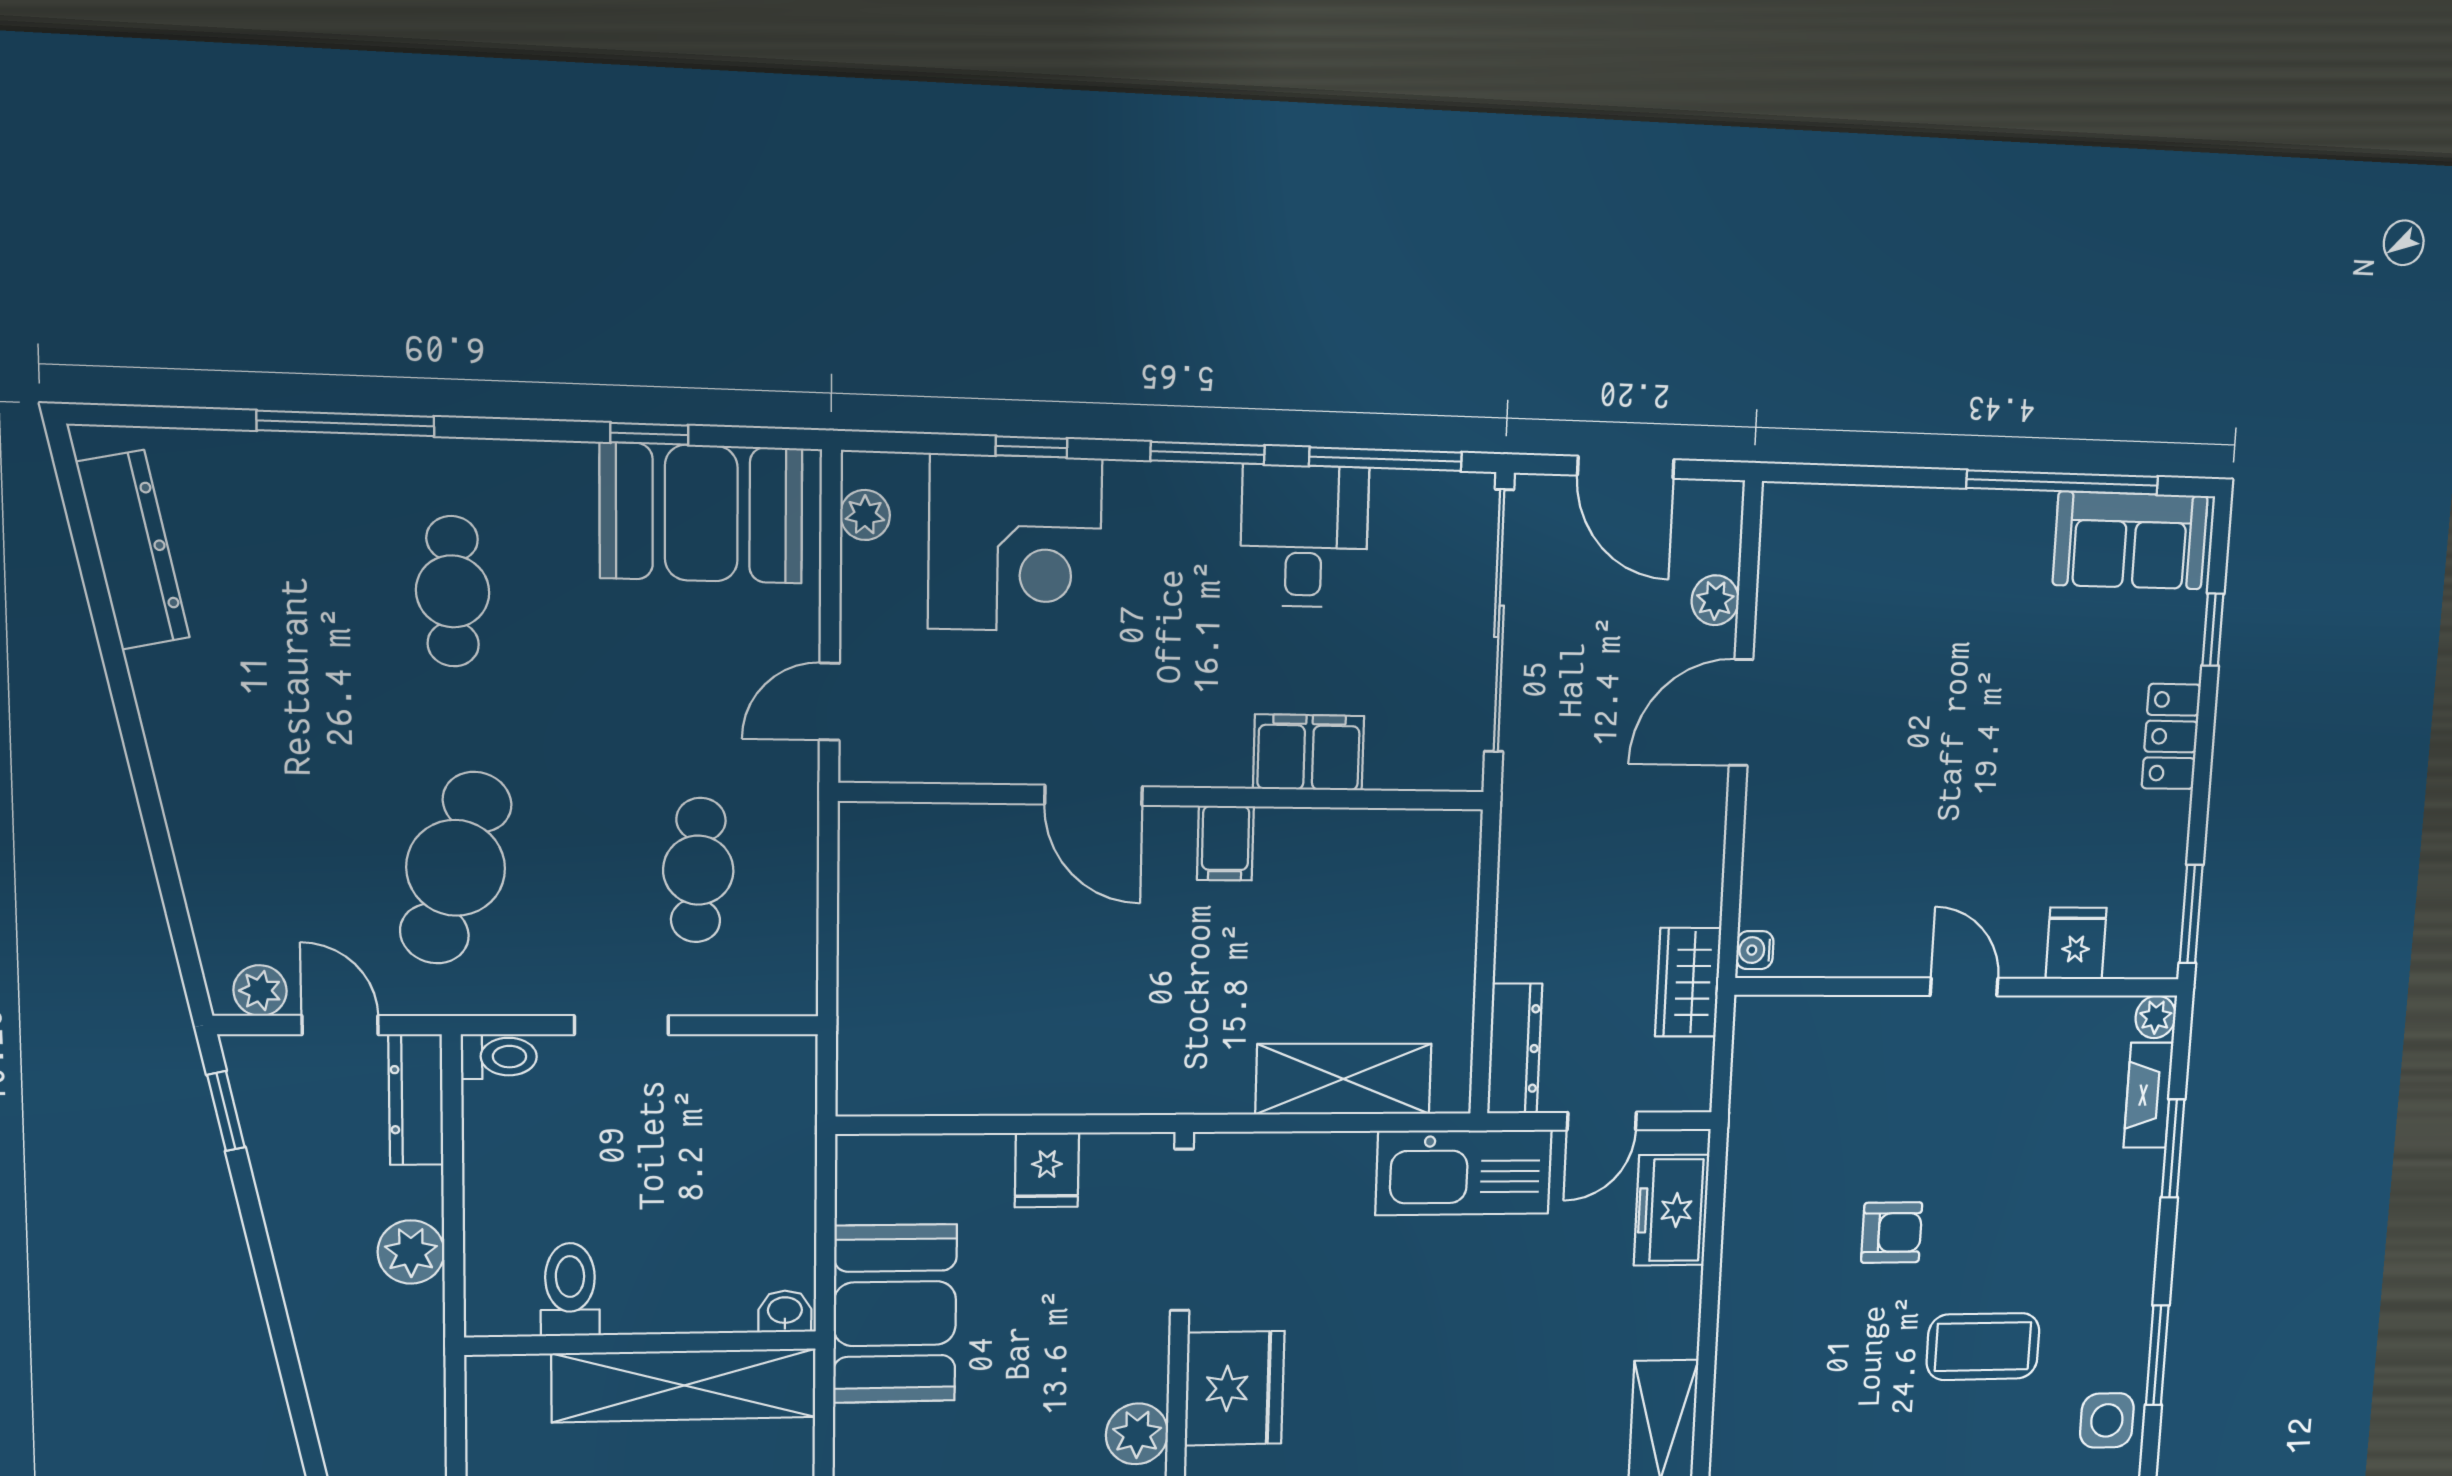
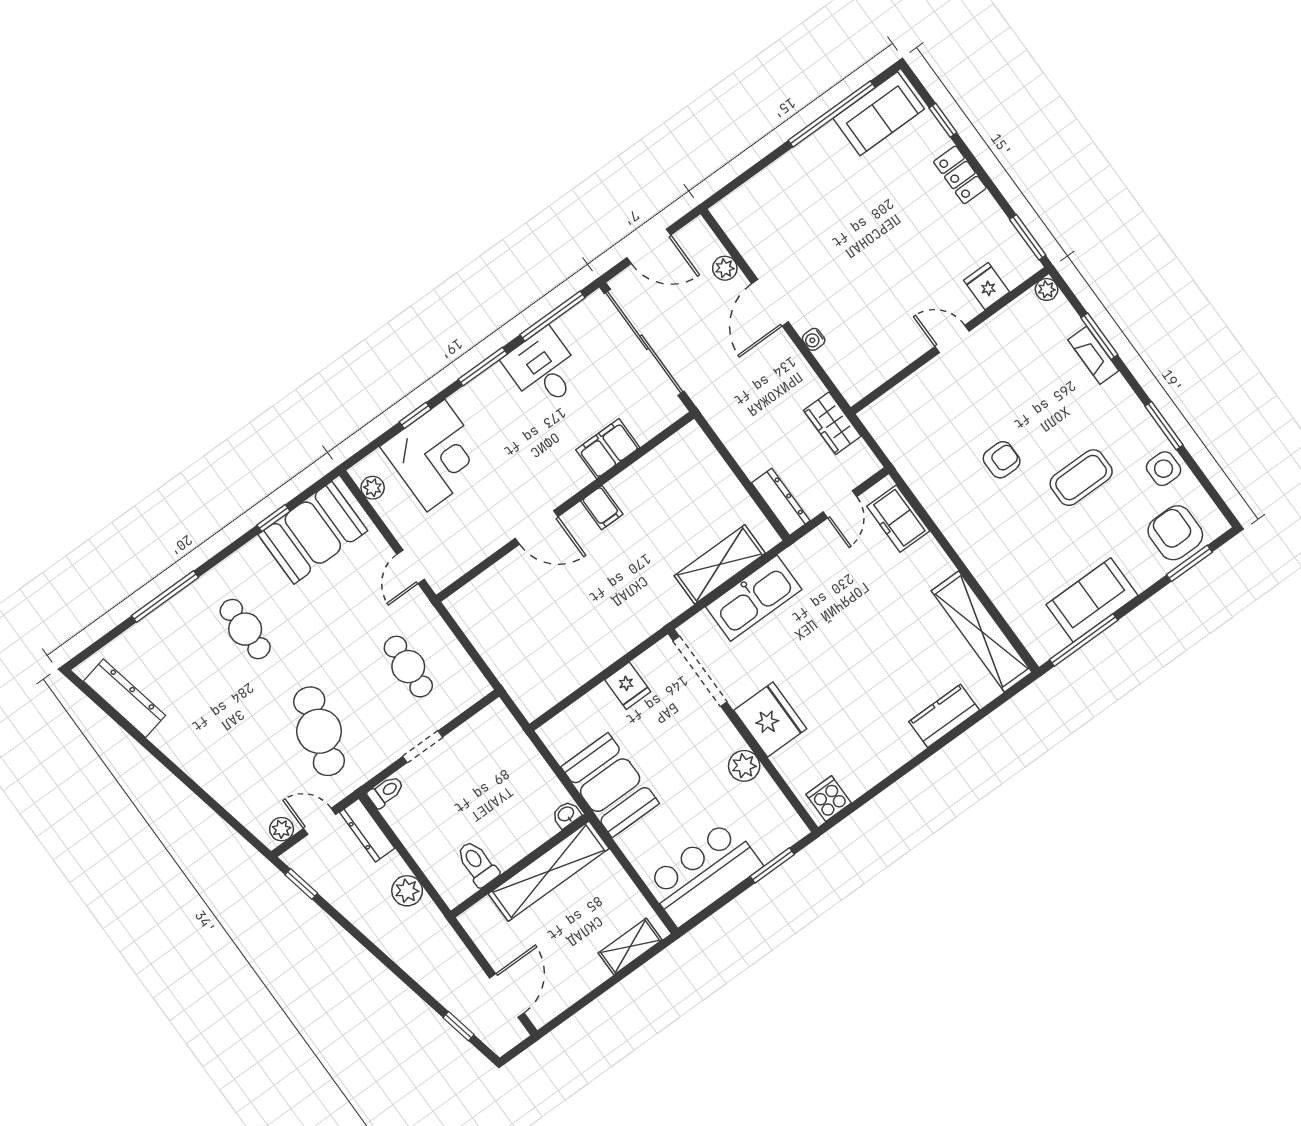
water cooler: (1755, 950) -> (814, 339), moved
fireplace: (2148, 1095) -> (1093, 355), moved
kitchen sink: (1464, 1172) -> (754, 598), moved

